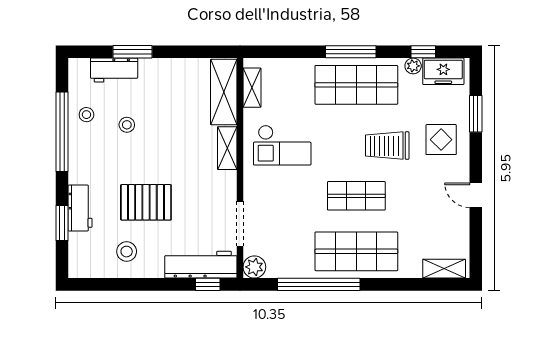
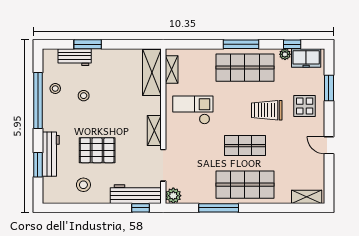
checkout: (282, 145) -> (193, 110), turned 180
shelving: (227, 148) -> (154, 131), moved
workbench: (80, 208) -> (51, 154), width x1.38
window: (319, 284) -> (219, 208), width x0.68

